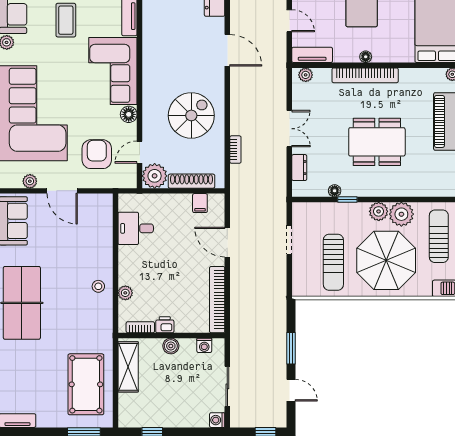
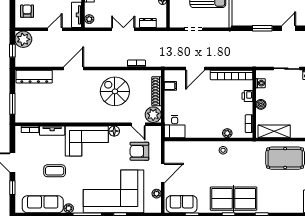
desk: (136, 228) -> (175, 127), moved
printer: (165, 325) -> (247, 96), moved

